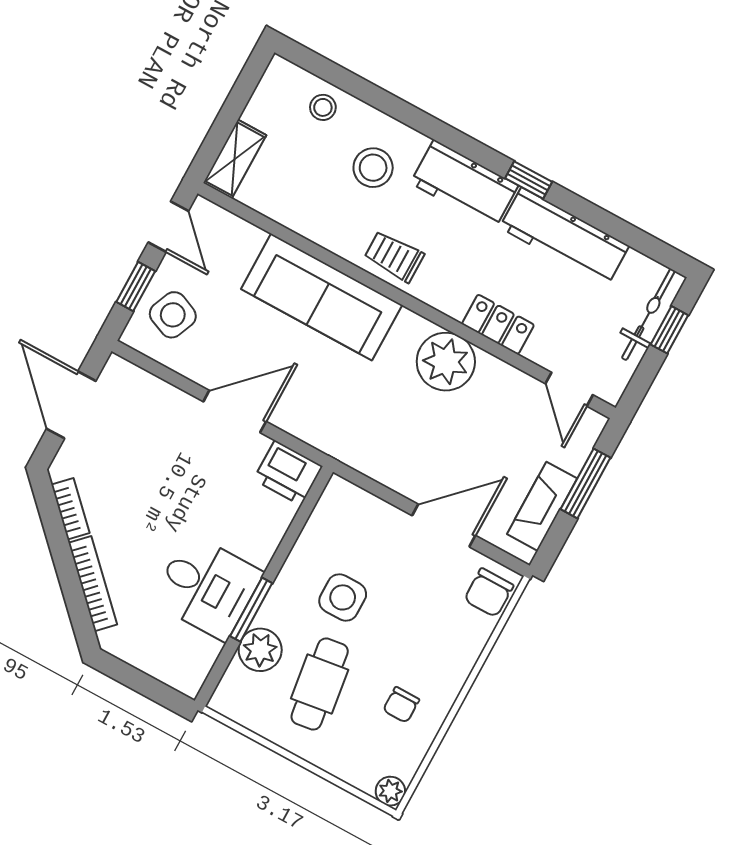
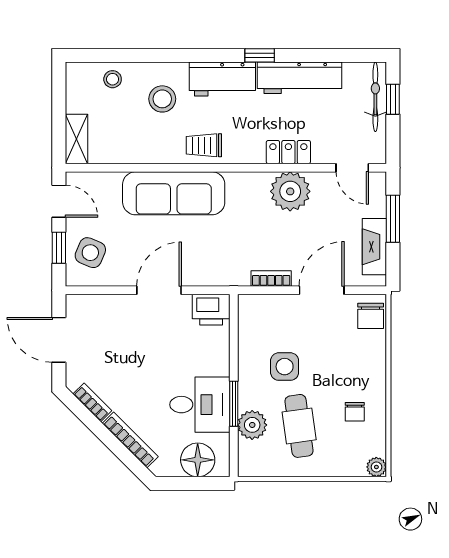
plant: (446, 362) -> (290, 191), moved
bookcase: (387, 475) -> (271, 278), added
floor lamp: (166, 657) -> (198, 460), added

